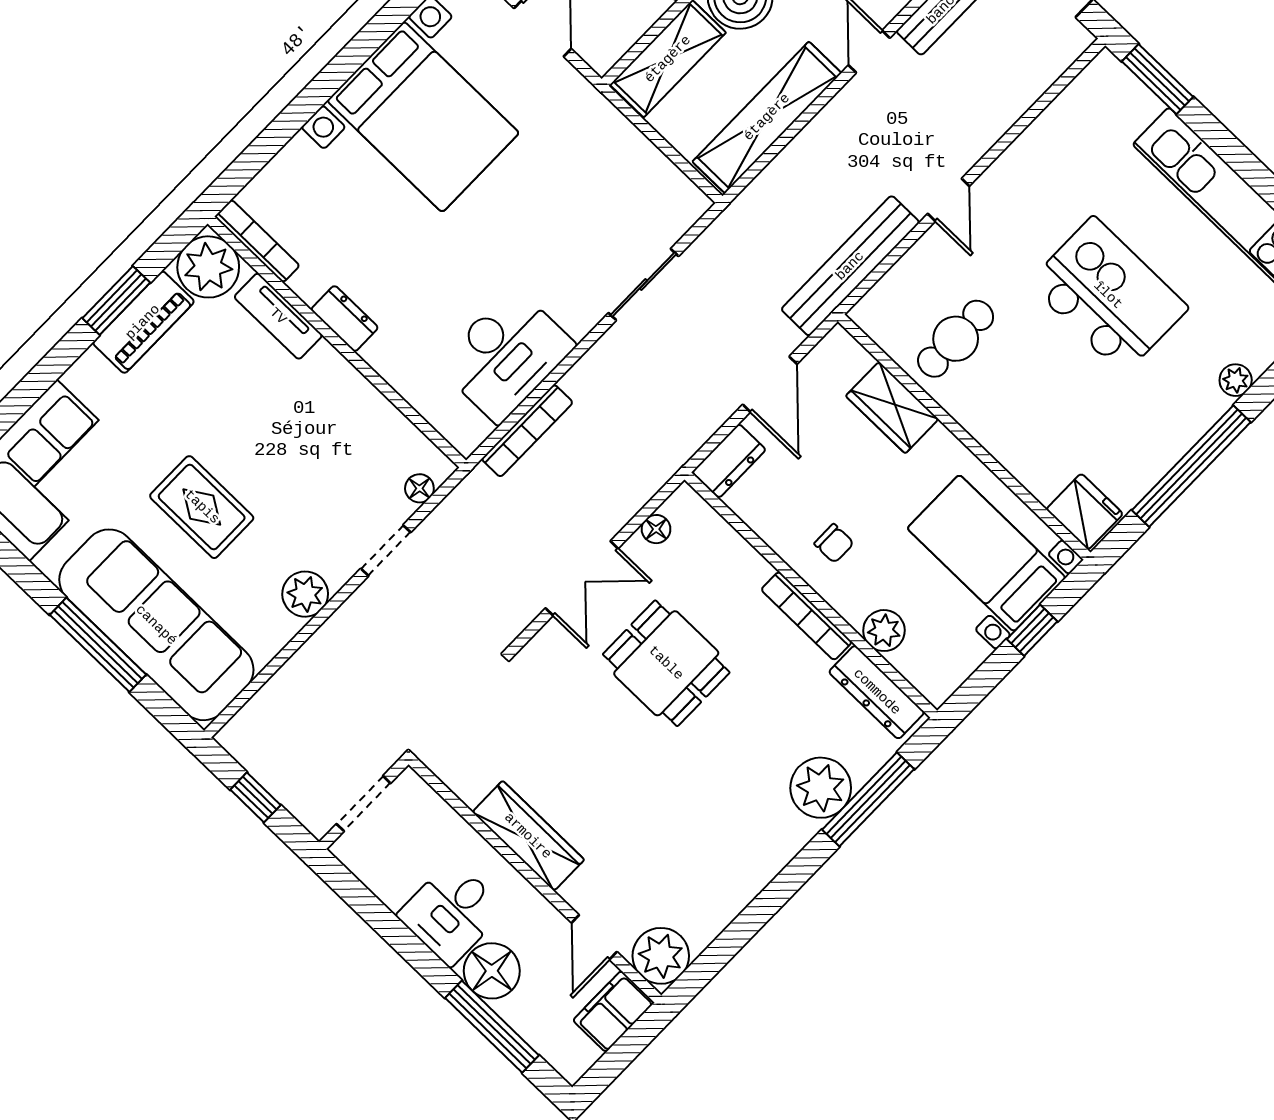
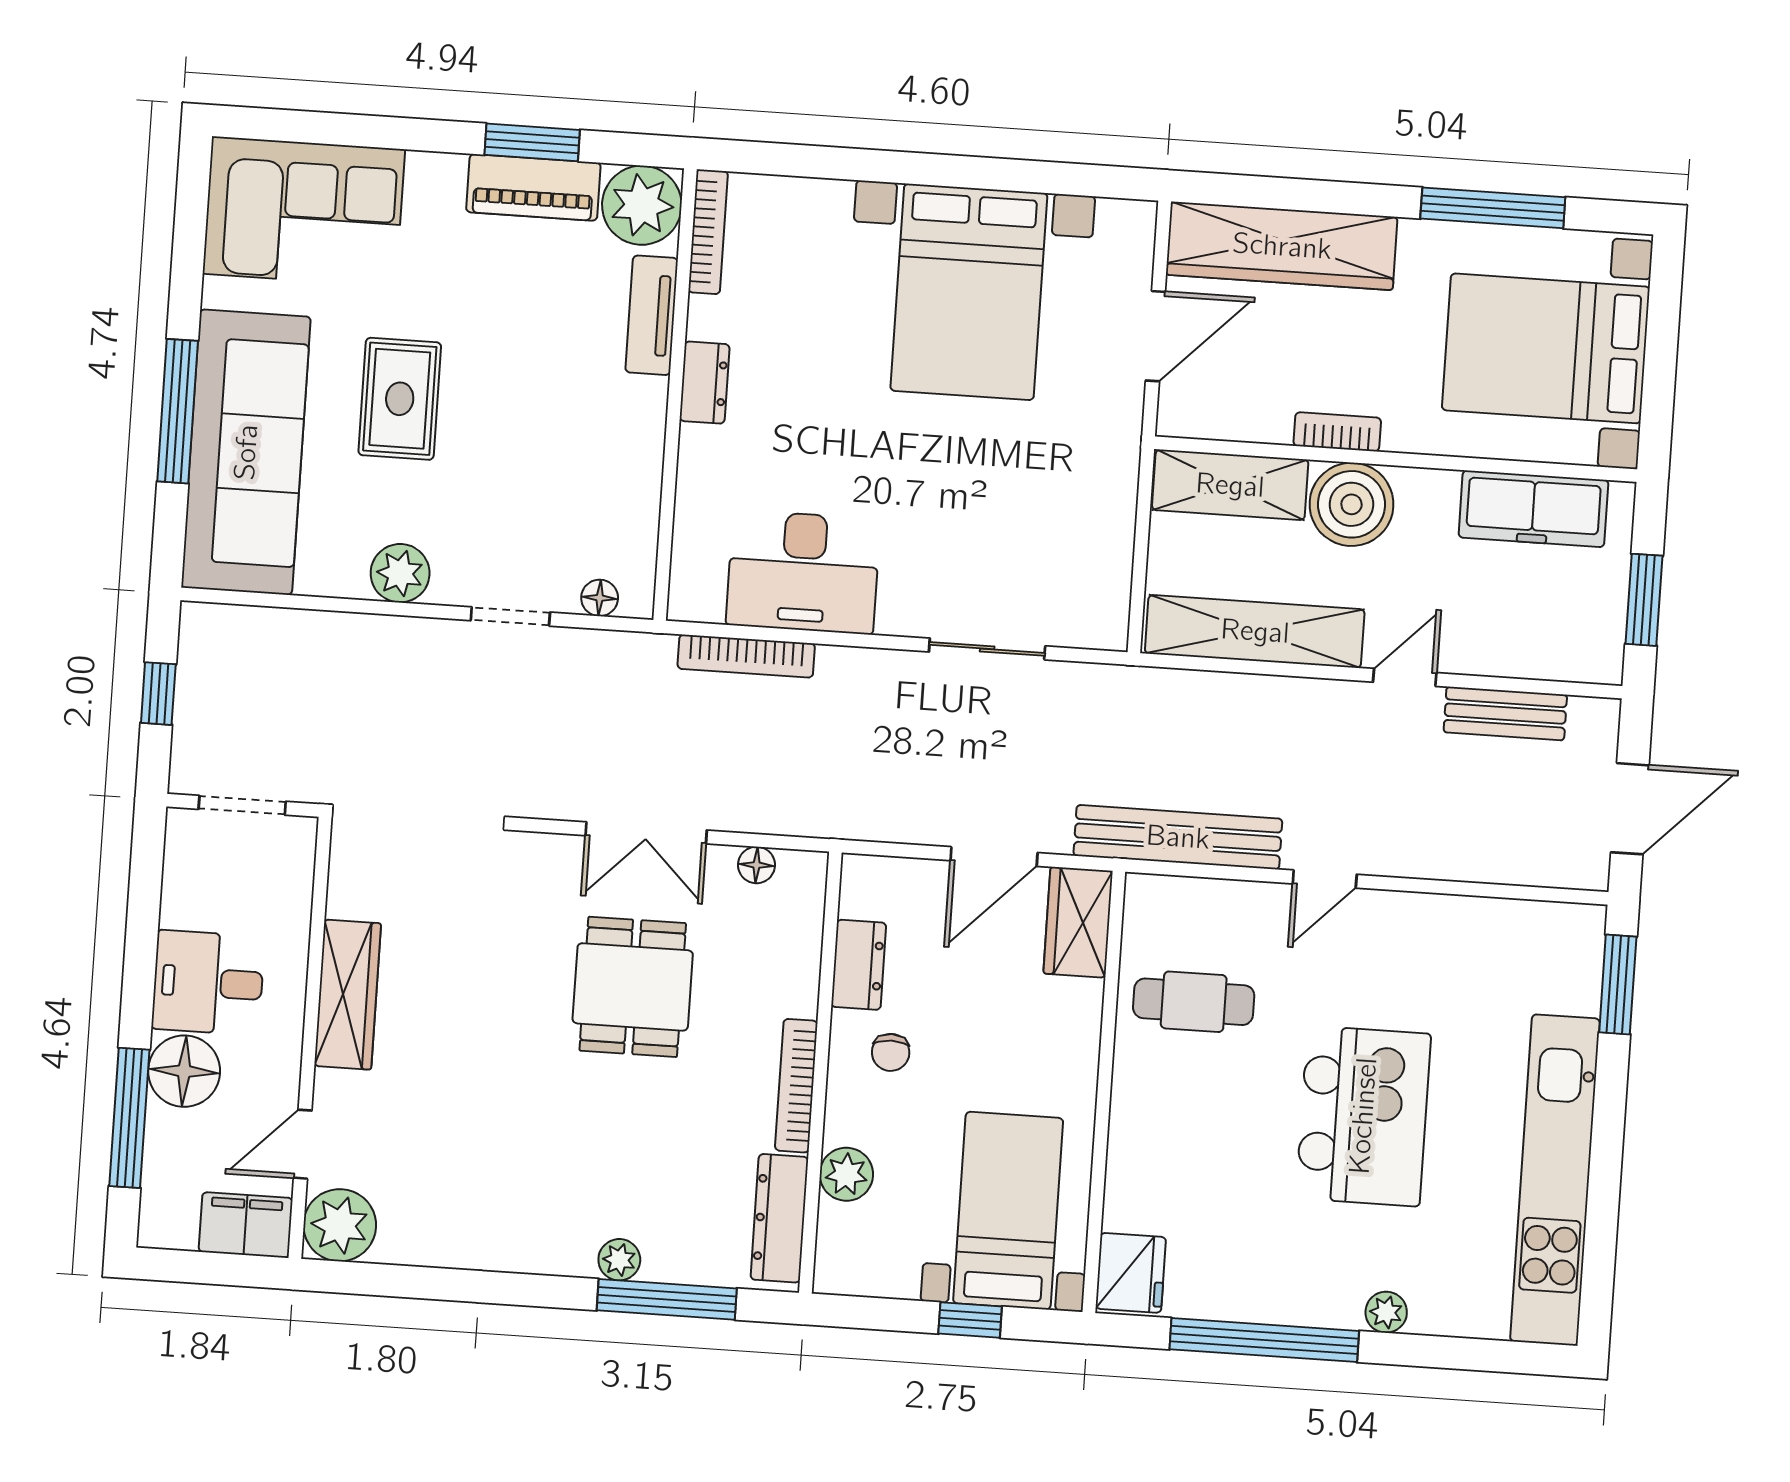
wardrobe: (892, 408) -> (1078, 922), moved
dresser: (729, 461) -> (859, 965), moved, turned -90
plant: (821, 788) -> (619, 1260), width x0.53, depth x0.53

